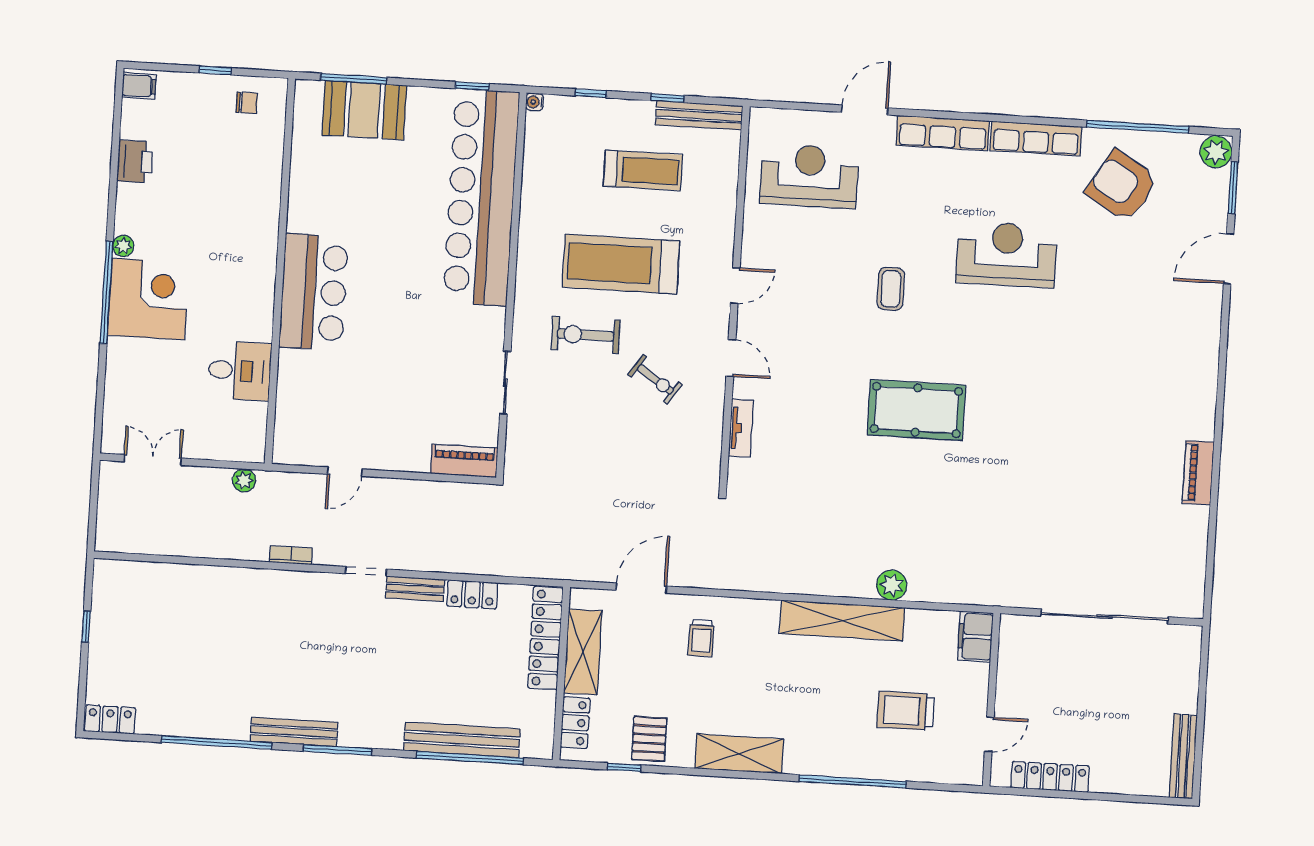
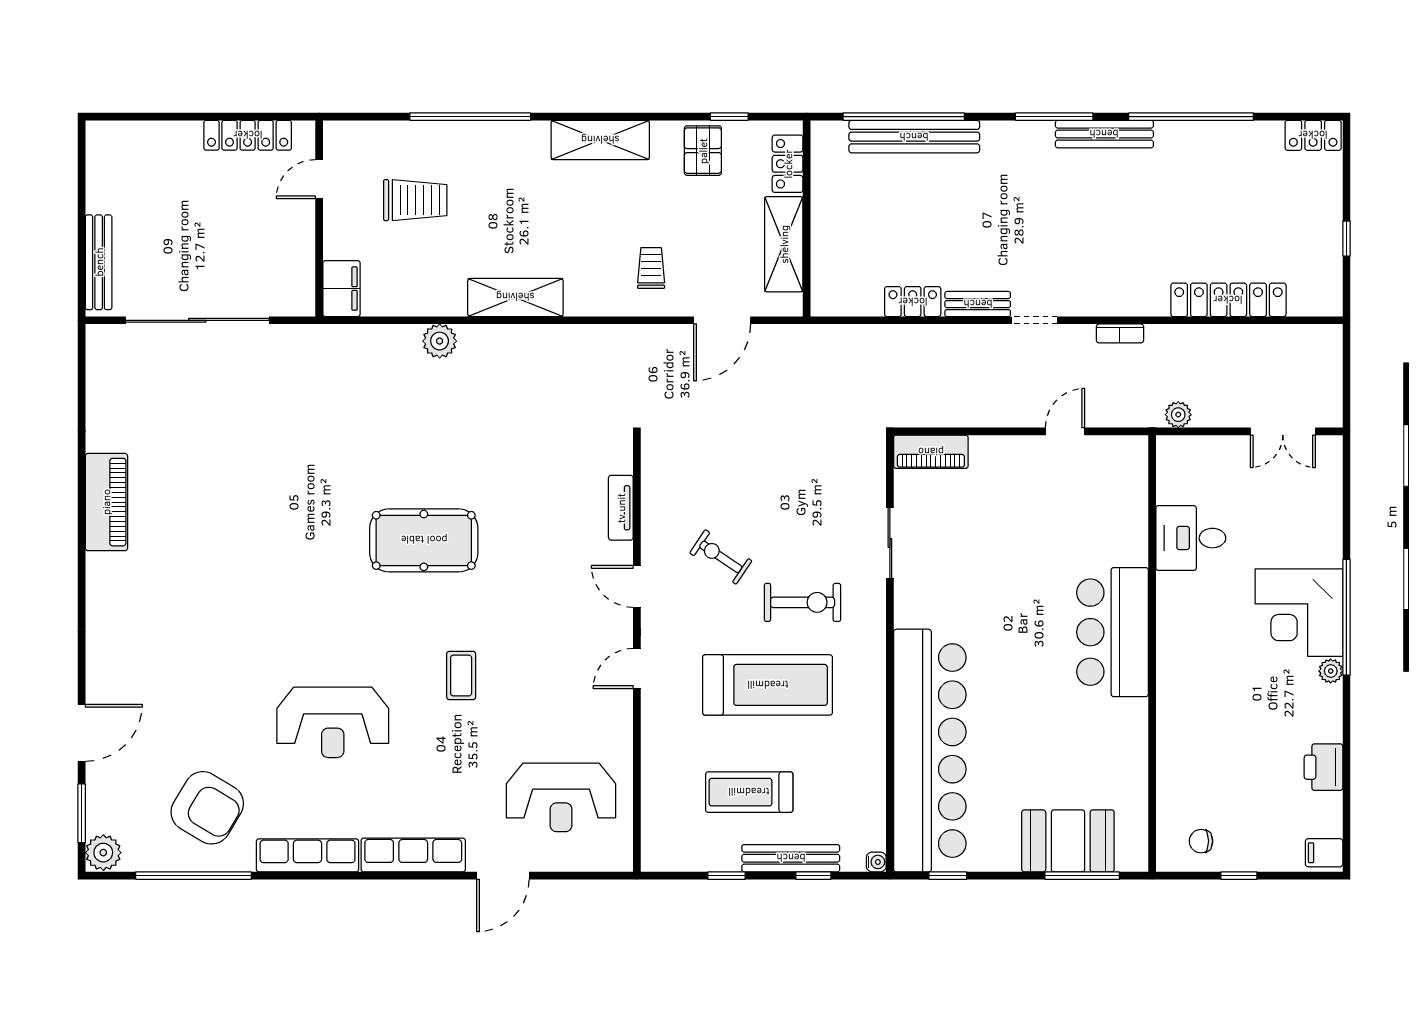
bench: (699, 115) -> (791, 858), moved
piano: (1198, 473) -> (106, 502), width x1.37, depth x1.33
shelving: (842, 621) -> (515, 297), width x0.68
locker: (545, 638) -> (1228, 300), moved, turned -90
bench: (1183, 756) -> (99, 262), moved

